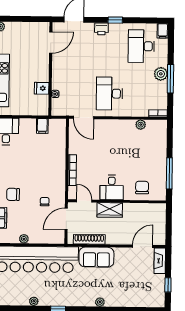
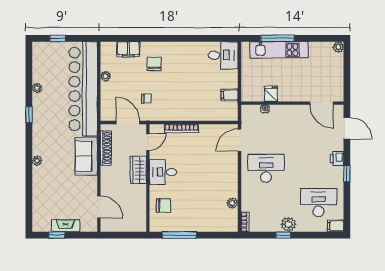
window: (170, 79) -> (283, 235), width x0.46
fireplace: (160, 261) -> (66, 226), moved

